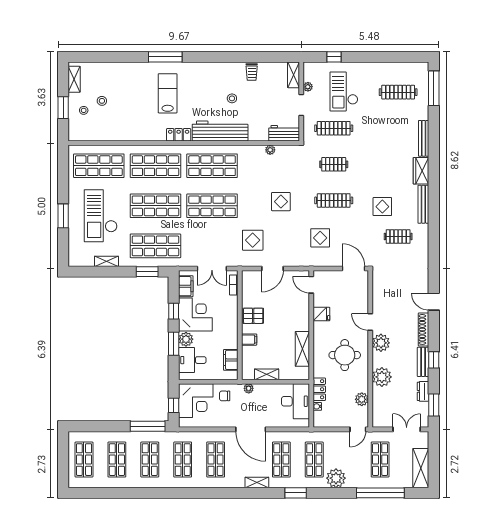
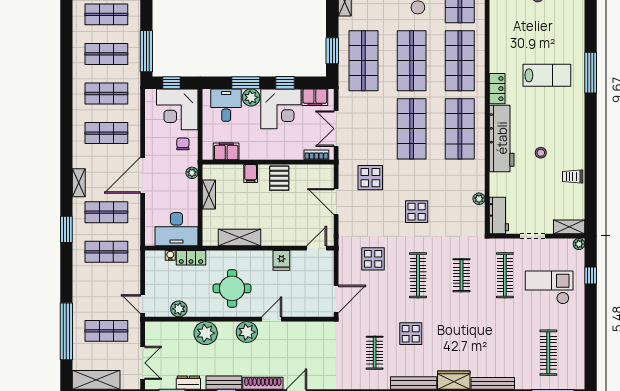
plant: (308, 87) -> (579, 244), moved
plant: (336, 478) -> (84, 278), removed

